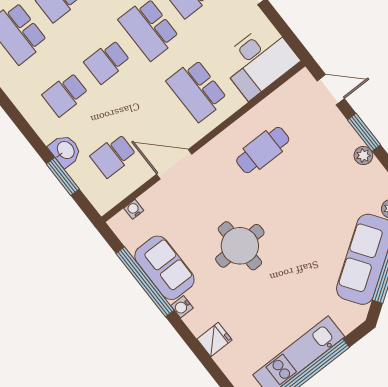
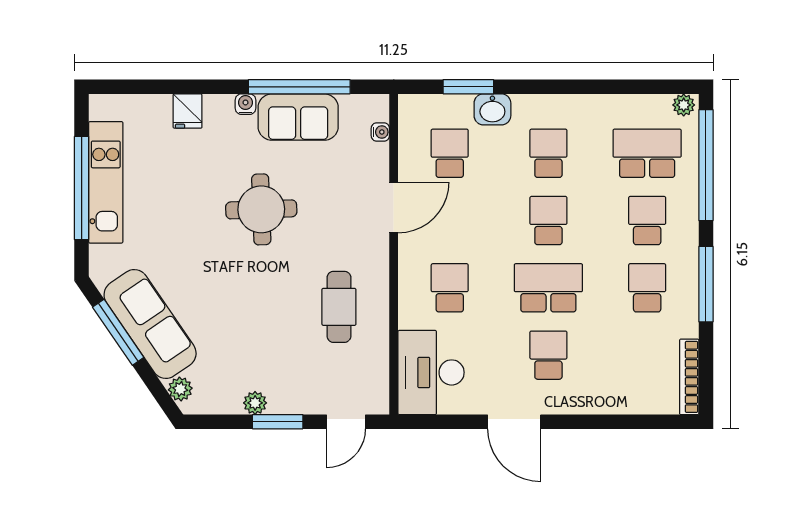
school desk: (197, 90) -> (450, 288), width x0.54

